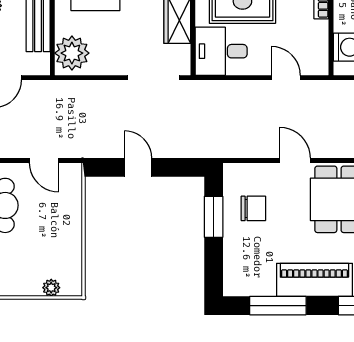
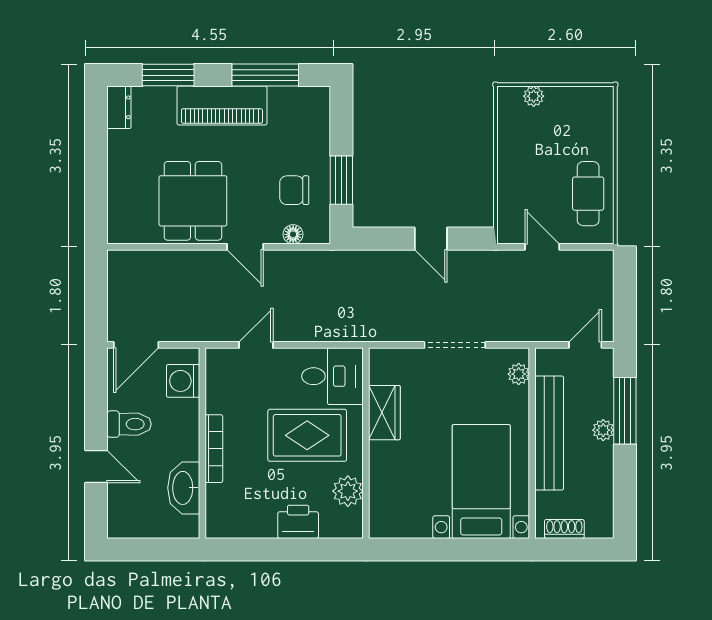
plant: (72, 53) -> (519, 374), width x0.53, depth x0.53
doorway: (154, 78) -> (455, 345), moved
door: (286, 78) -> (256, 345), swing flipped
floor lamp: (254, 171) -> (293, 234), added

